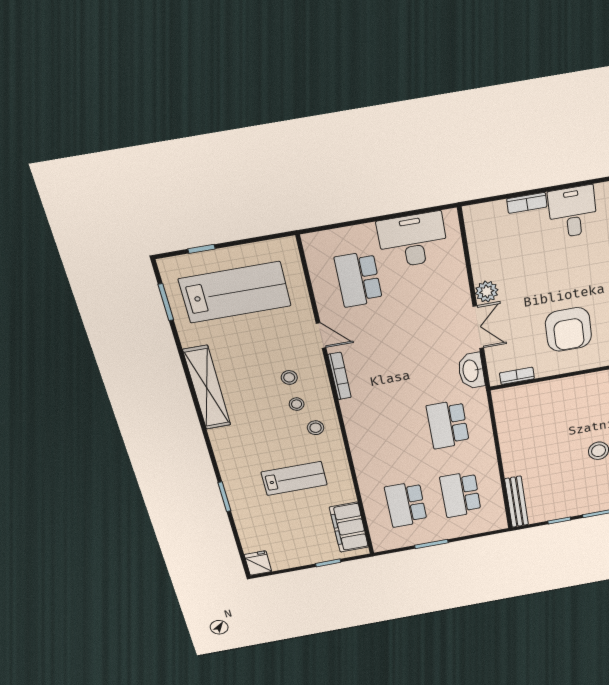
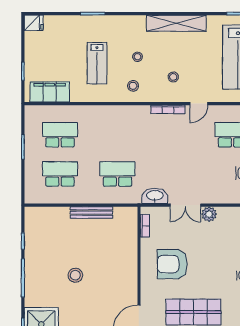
stool: (297, 404) -> (138, 57), moved
bench: (517, 502) -> (91, 213), moved

